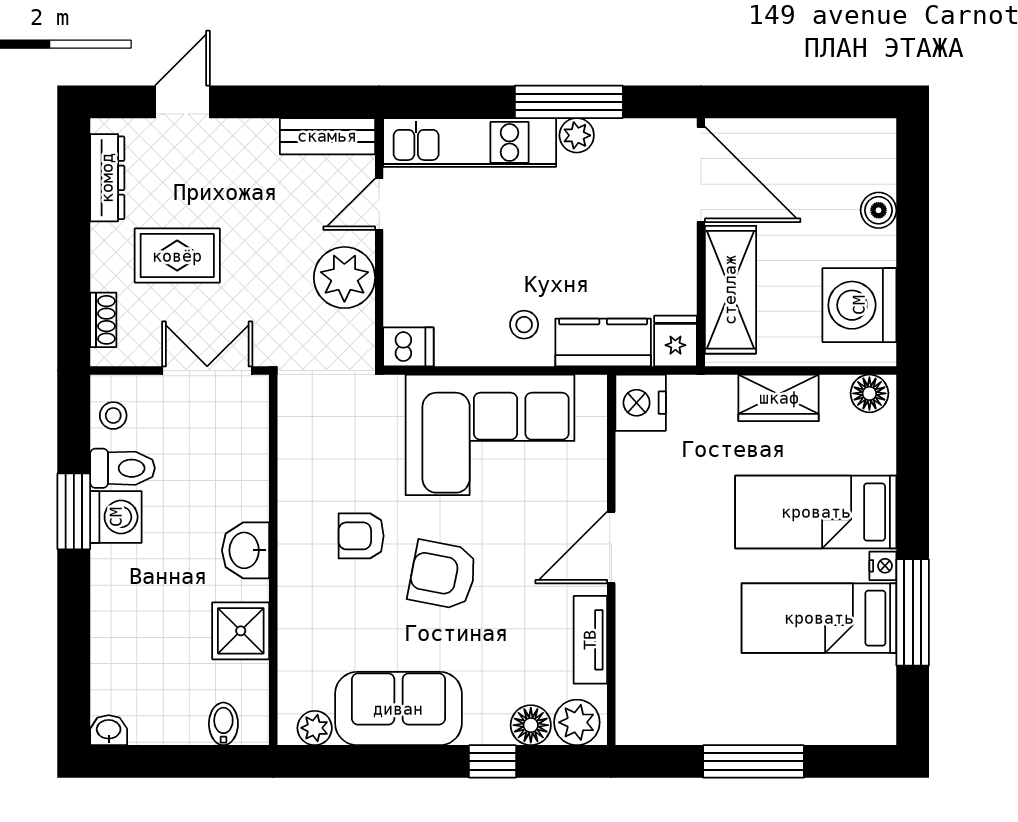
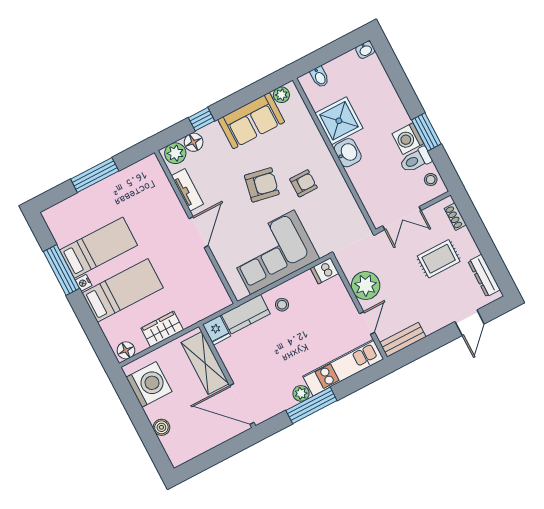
nightstand: (641, 403) -> (218, 298), removed
shower: (241, 631) -> (339, 121), width x1.36, depth x1.36

